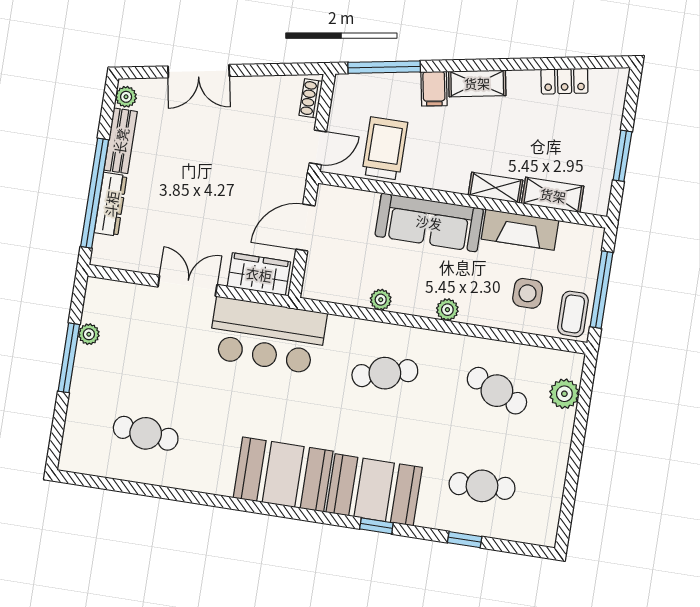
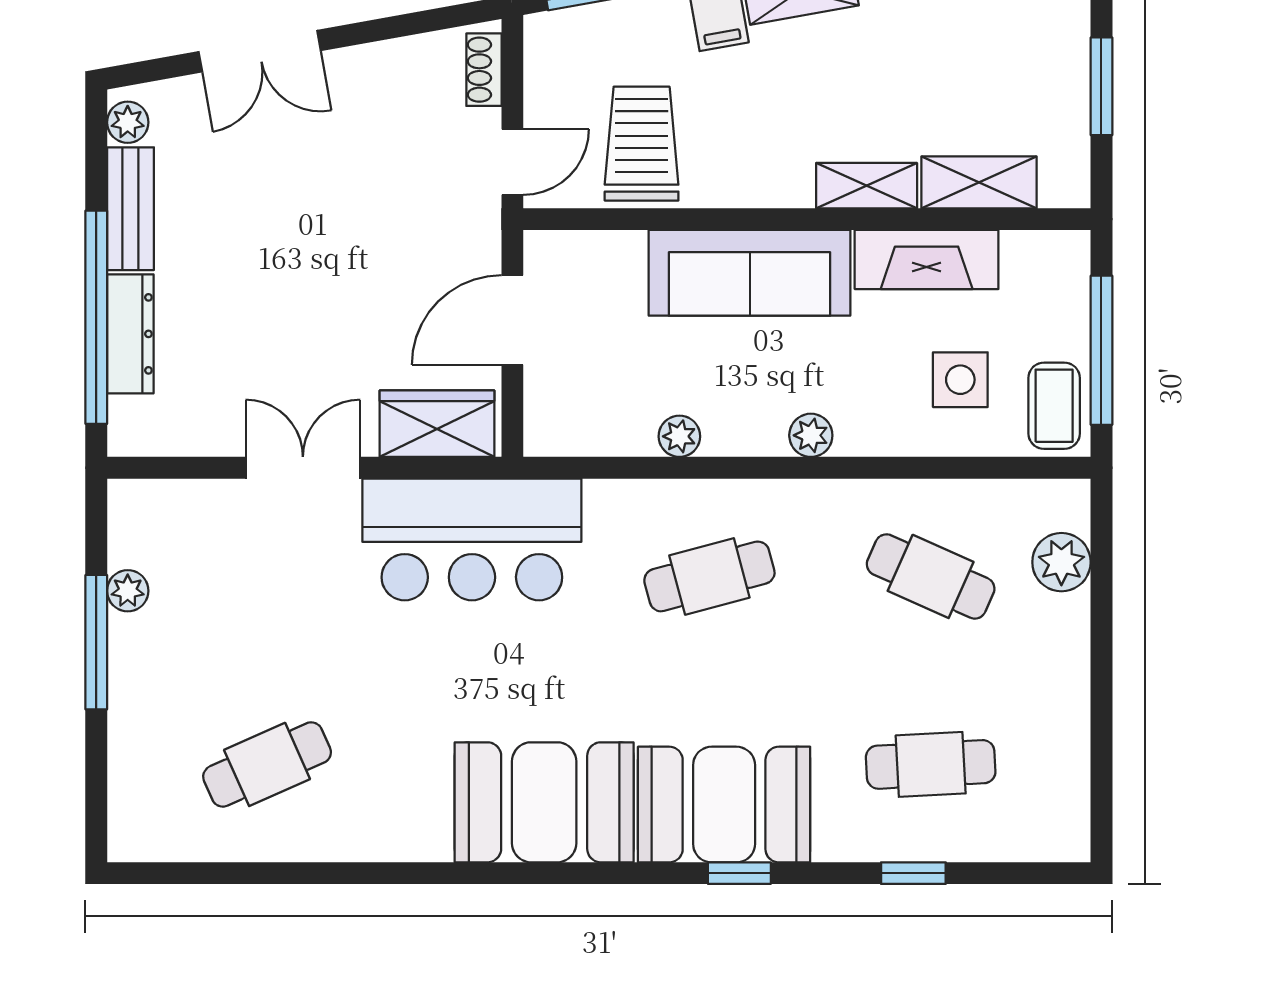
cafe table: (146, 433) -> (267, 764), turned -30

